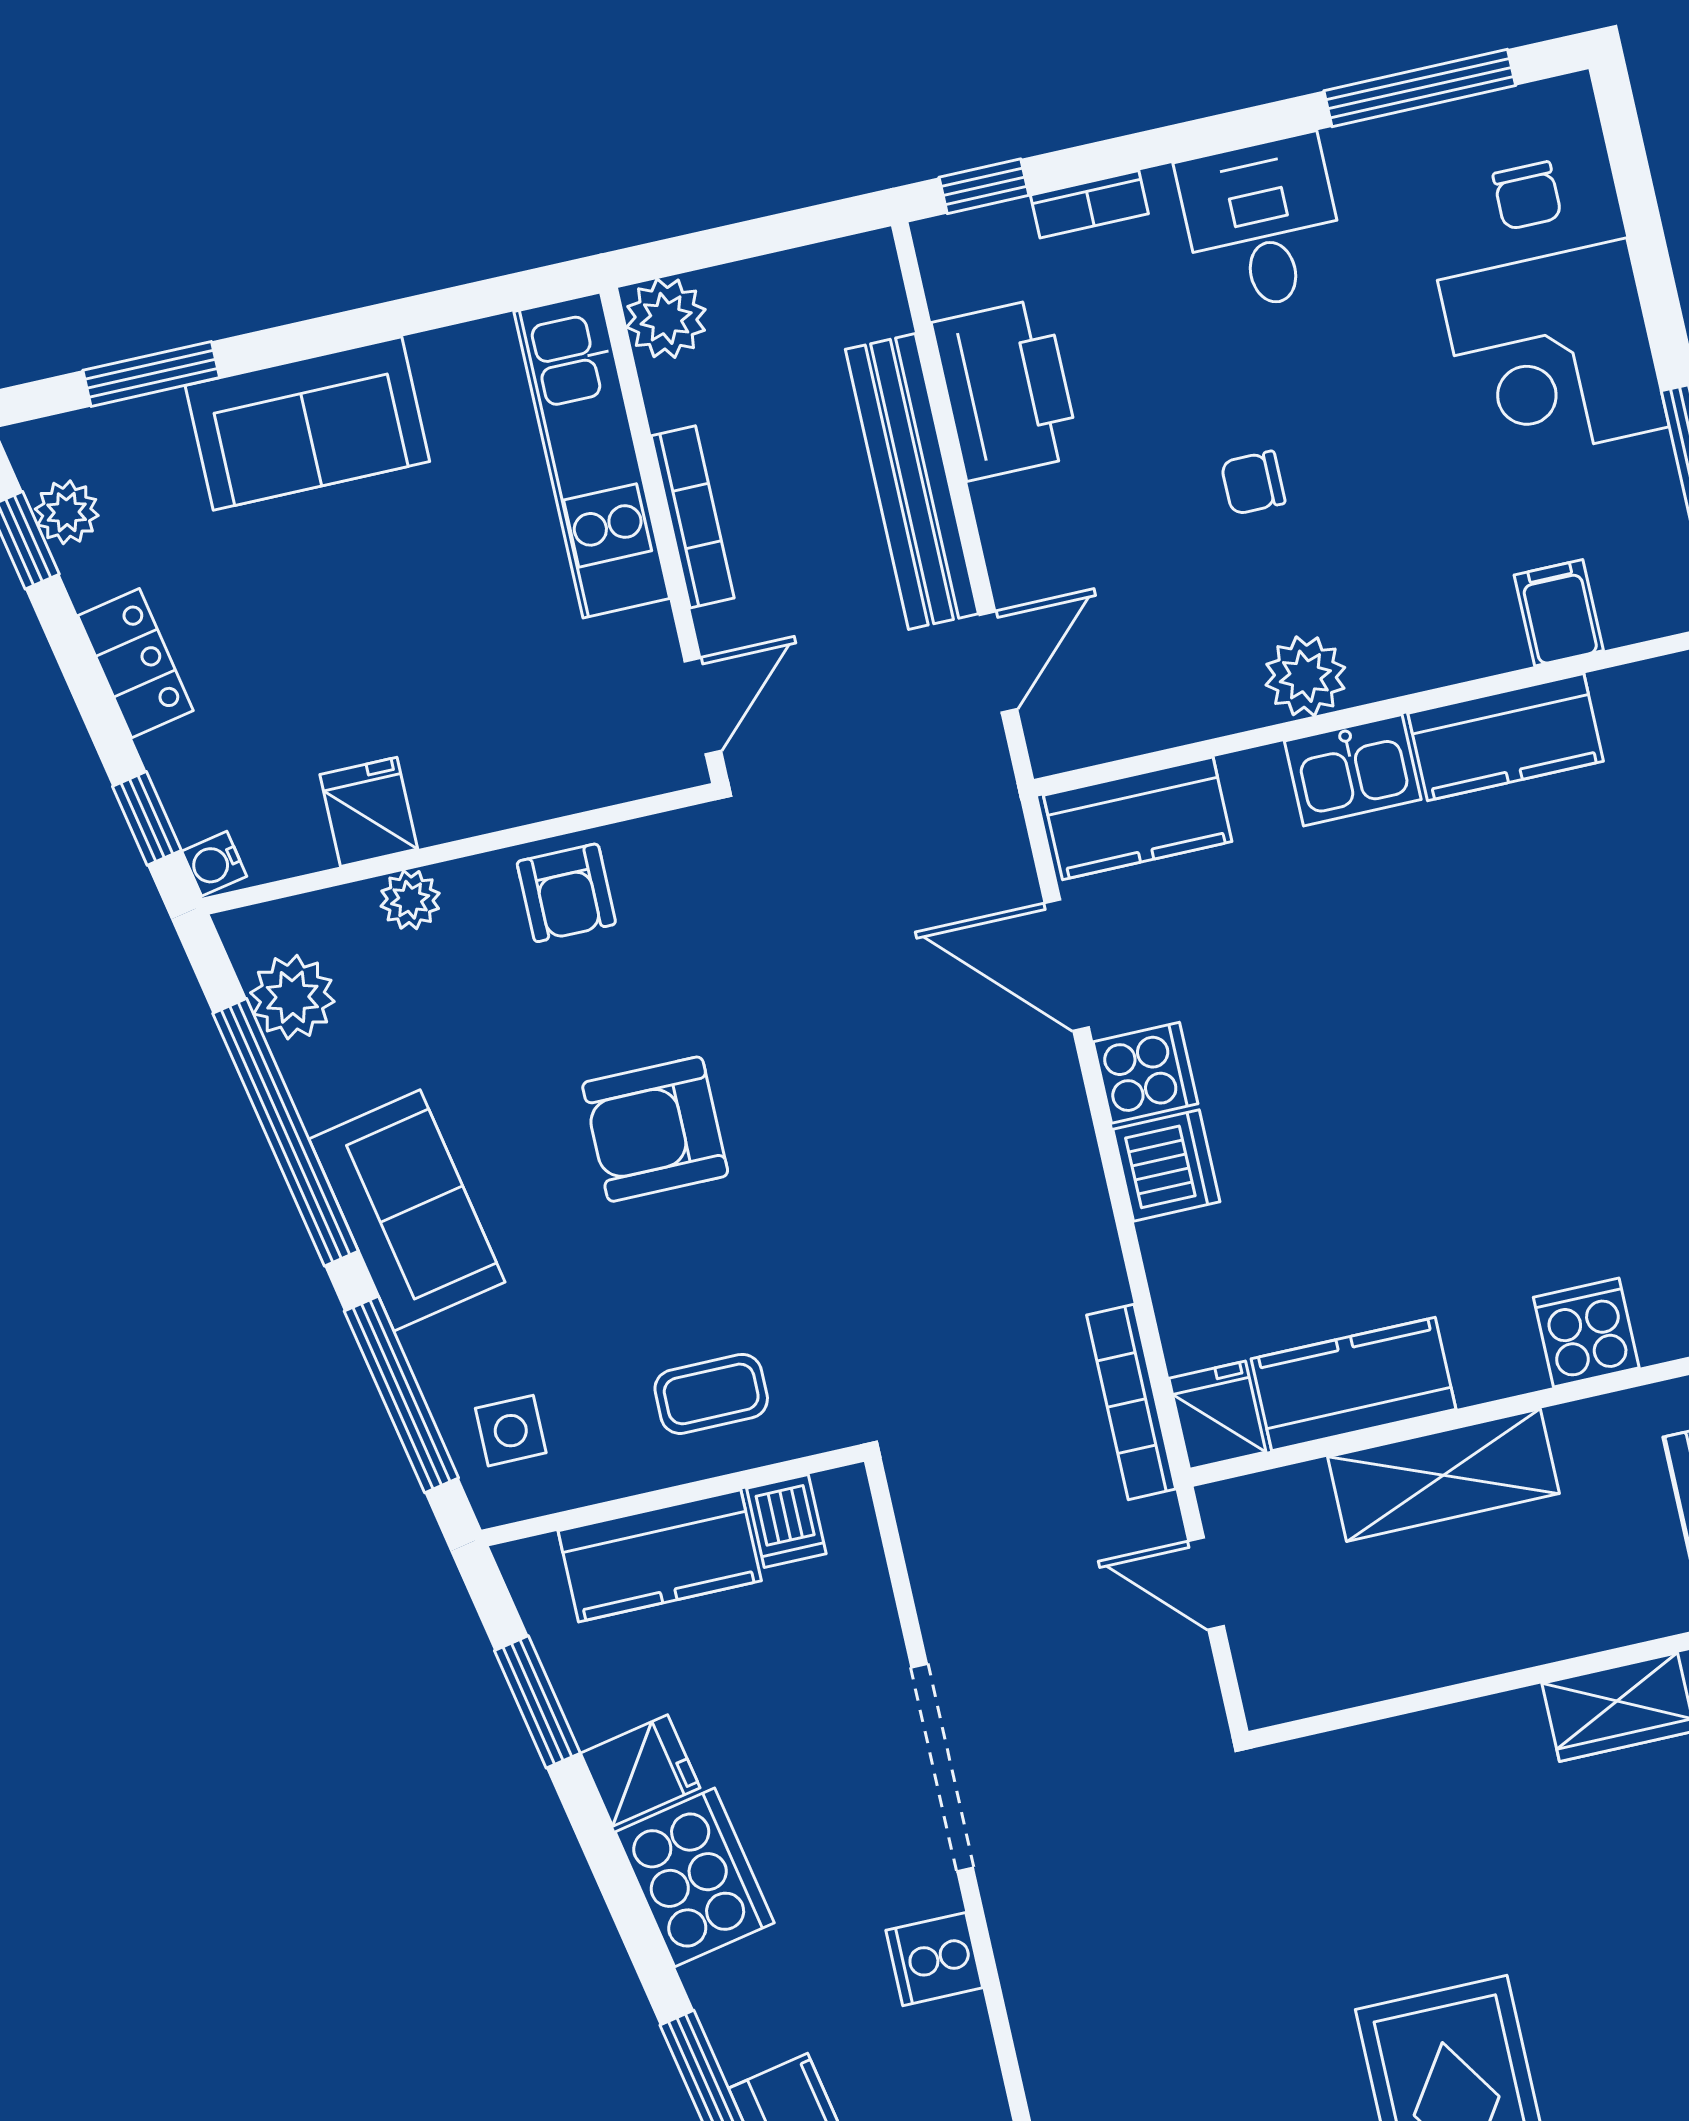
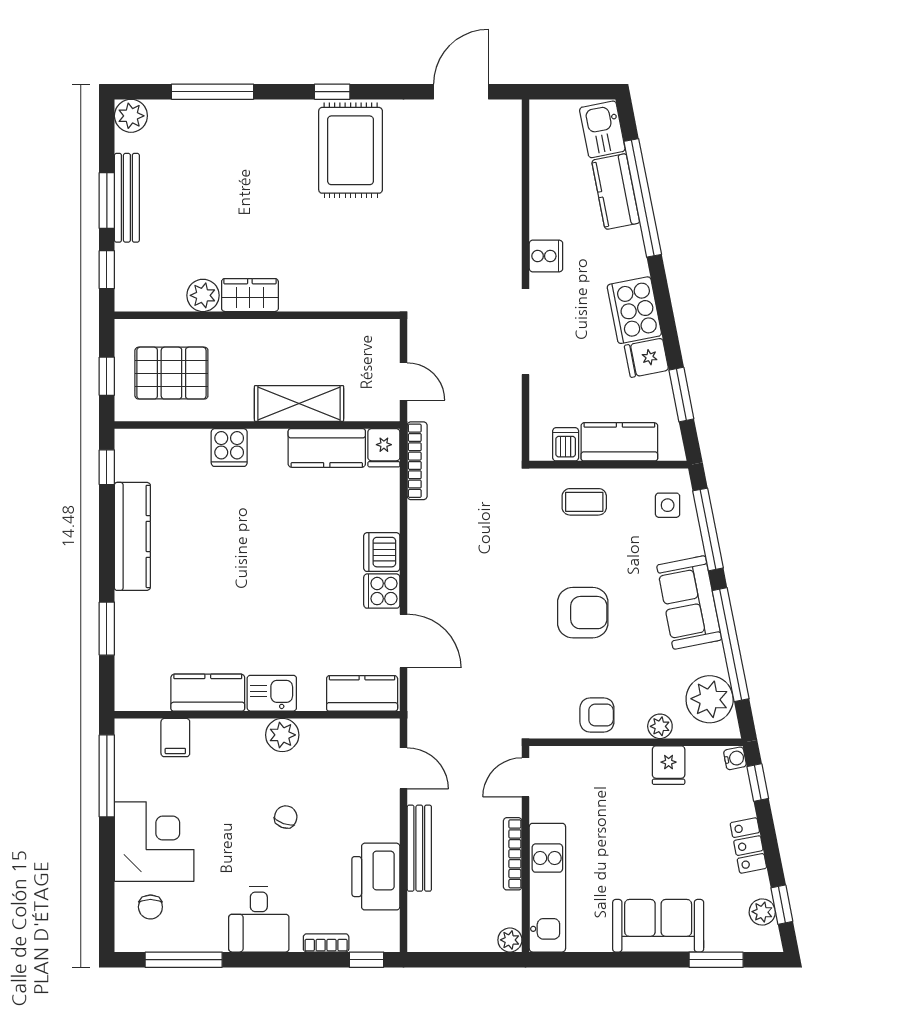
chair: (1527, 196) -> (150, 907), turned 180
plant: (666, 318) -> (510, 940), width x0.73, depth x0.73
bench: (912, 482) -> (419, 848), width x0.73, depth x0.82
chair: (1253, 483) -> (286, 817), turned -70
door: (998, 662) -> (404, 768), swing flipped
armchair: (566, 893) -> (597, 715), turned 90
plant: (292, 997) -> (710, 699), width x1.36, depth x1.36

